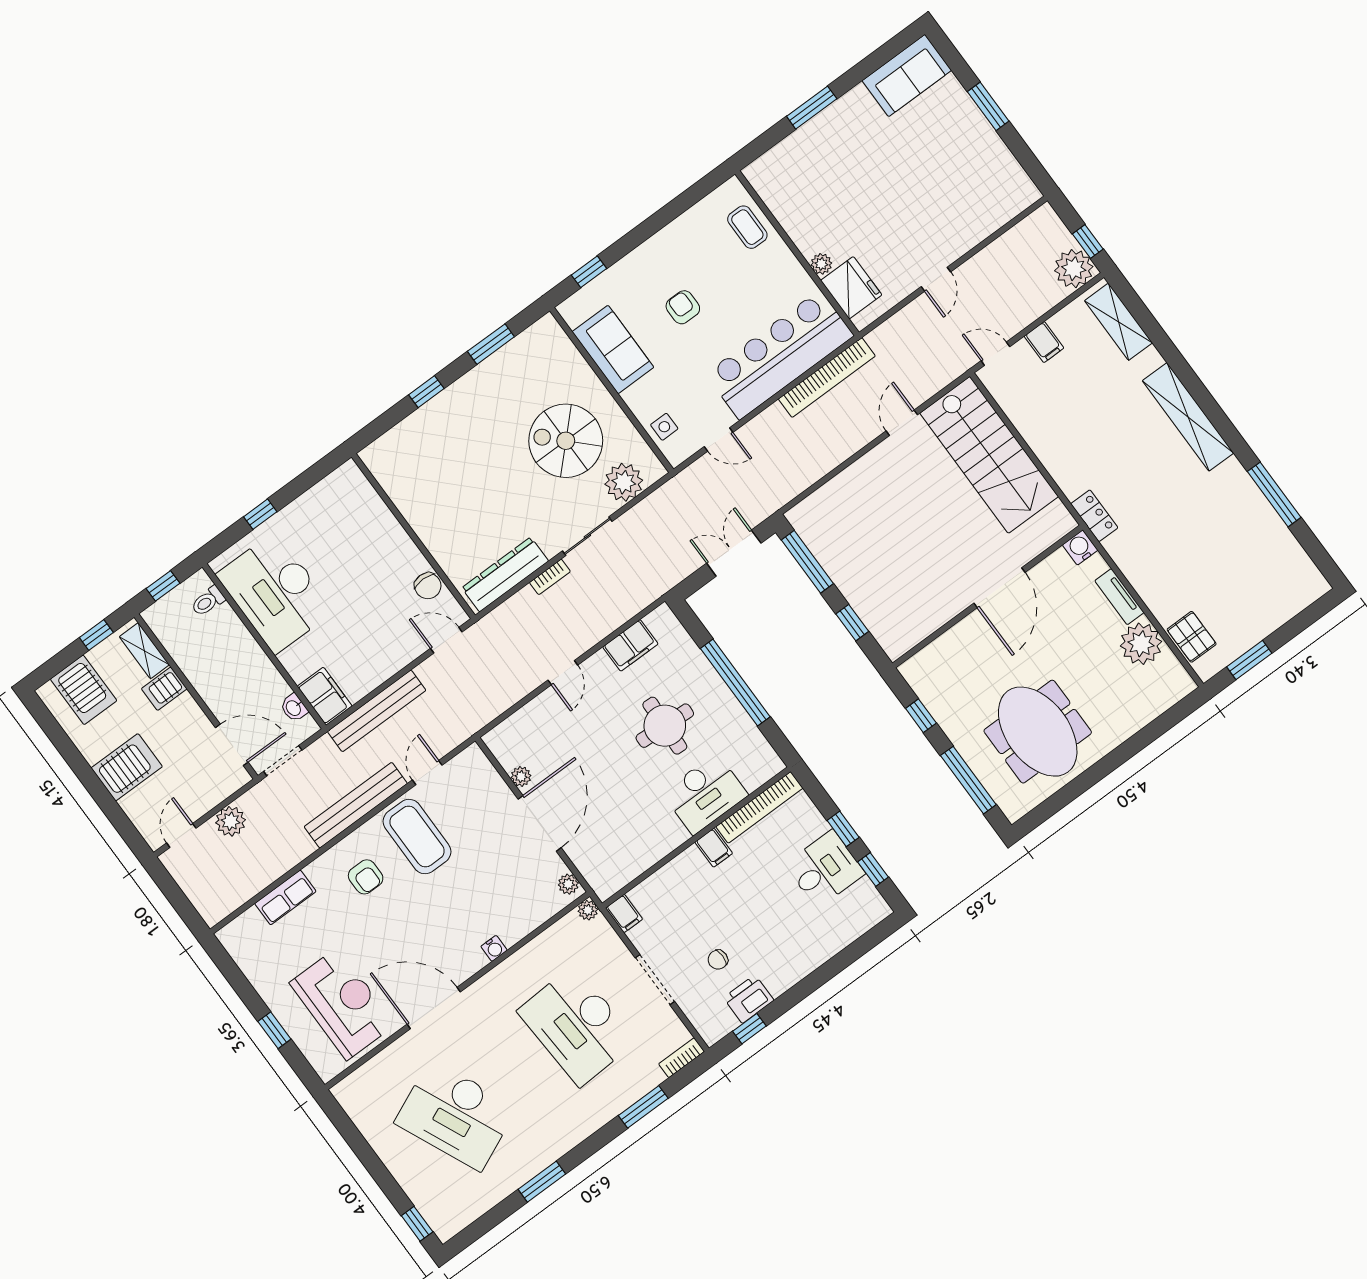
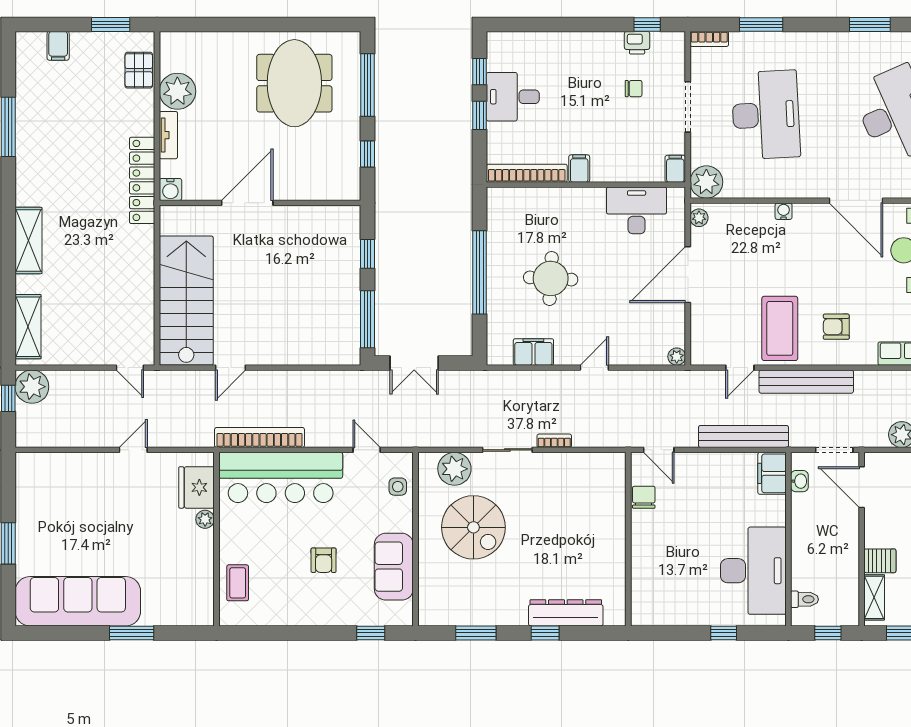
sofa: (907, 75) -> (78, 601), width x1.85, depth x1.27
filing cabinet: (1044, 342) -> (58, 46), moved, turned 180
shelving: (1188, 417) -> (28, 240), width x0.68
locker: (1094, 516) -> (142, 180), width x2.16, depth x1.21
dresser: (505, 574) -> (566, 613), moved, turned 180
plant: (521, 777) -> (677, 357), moved
desk: (705, 794) -> (637, 210), moved
armchair: (366, 877) -> (836, 327), turned -90
plant: (588, 910) -> (706, 182), width x1.88, depth x1.88
printer: (749, 999) -> (637, 43), width x0.73, depth x0.81

